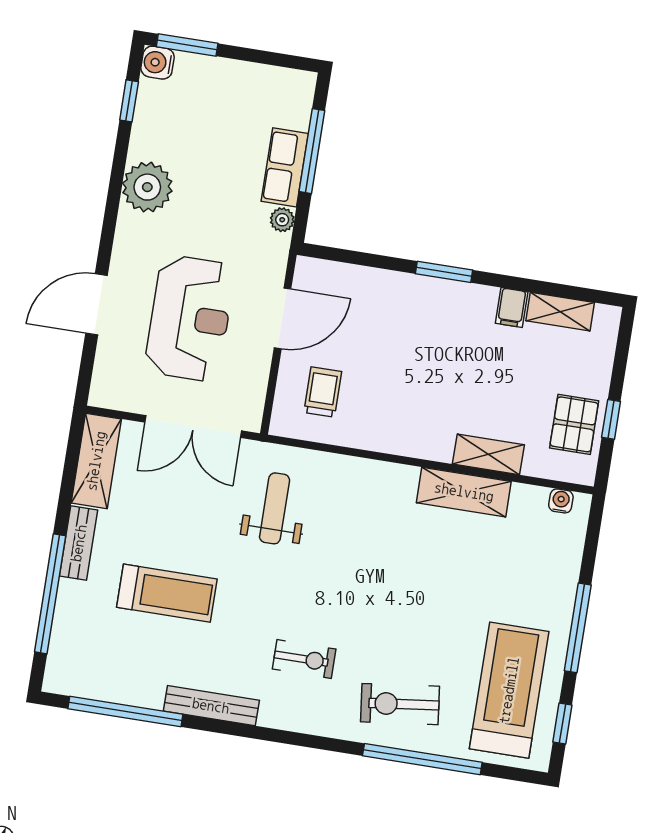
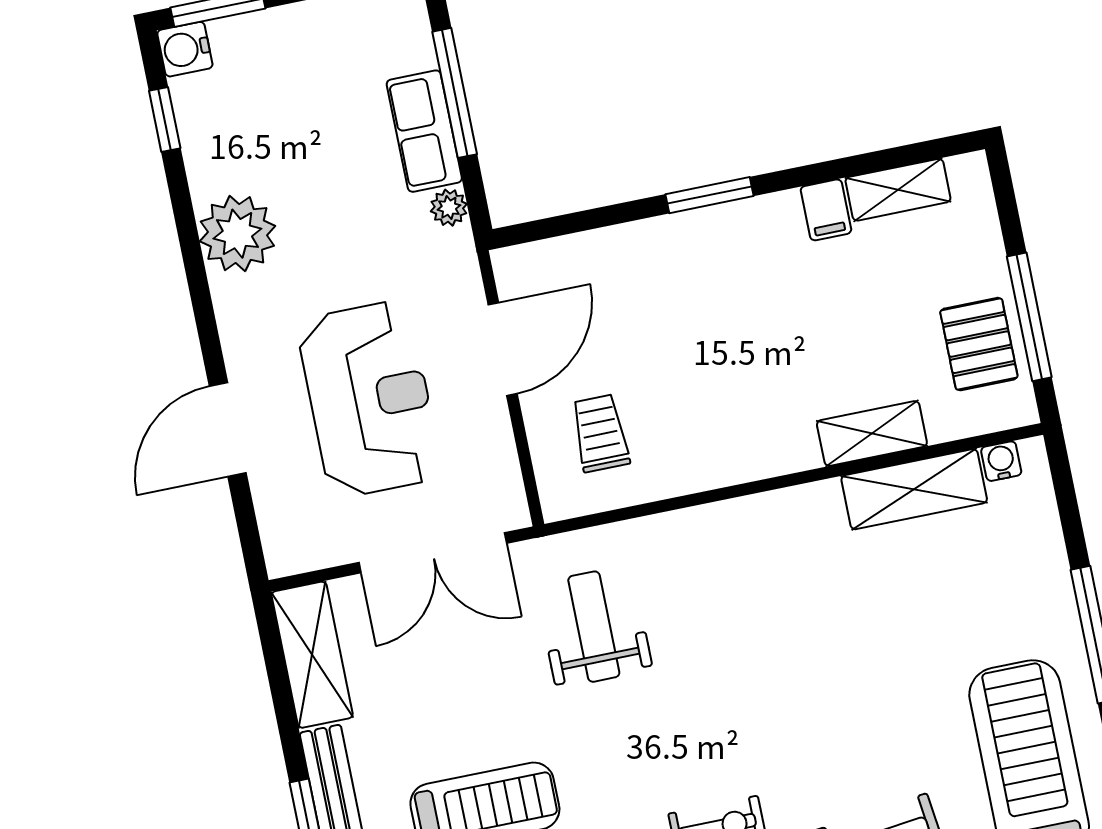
window: (611, 419) -> (1029, 317), width x2.17
shelving: (464, 492) -> (914, 489), moved

